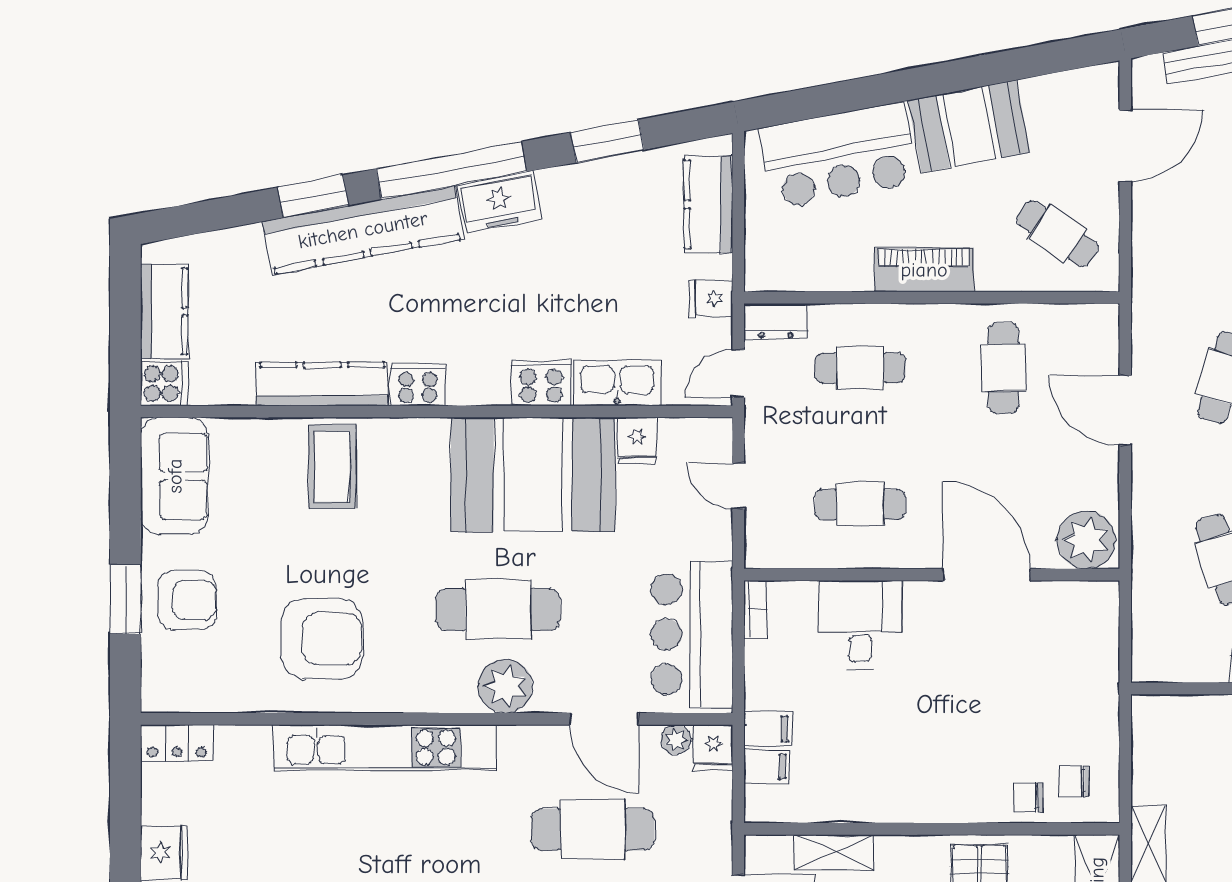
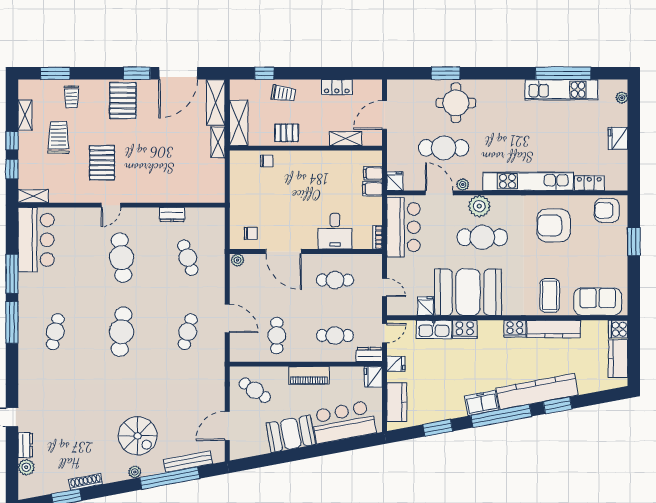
fridge: (766, 267) -> (373, 377), added
sofa: (175, 476) -> (598, 302), moved, turned 90
plant: (1086, 540) -> (238, 260), width x0.53, depth x0.53
armchair: (187, 600) -> (607, 210), moved
plant: (676, 739) -> (463, 184), moved
locker: (177, 743) -> (589, 183), moved
chair: (1074, 781) -> (251, 233), moved

